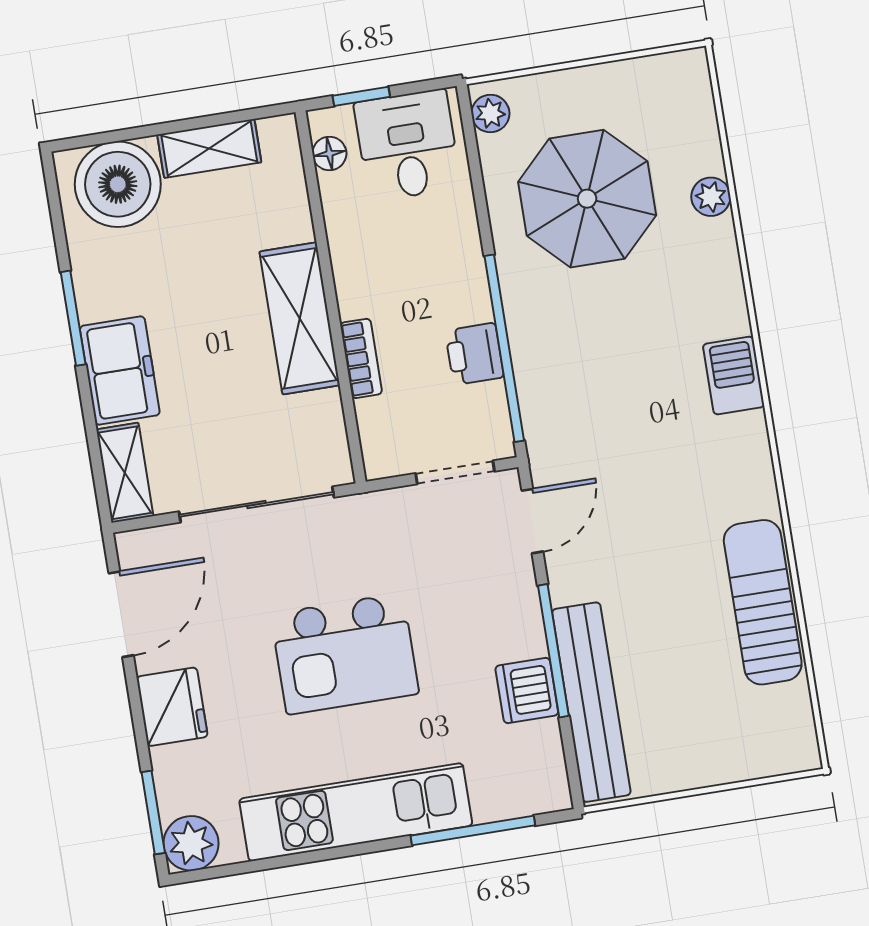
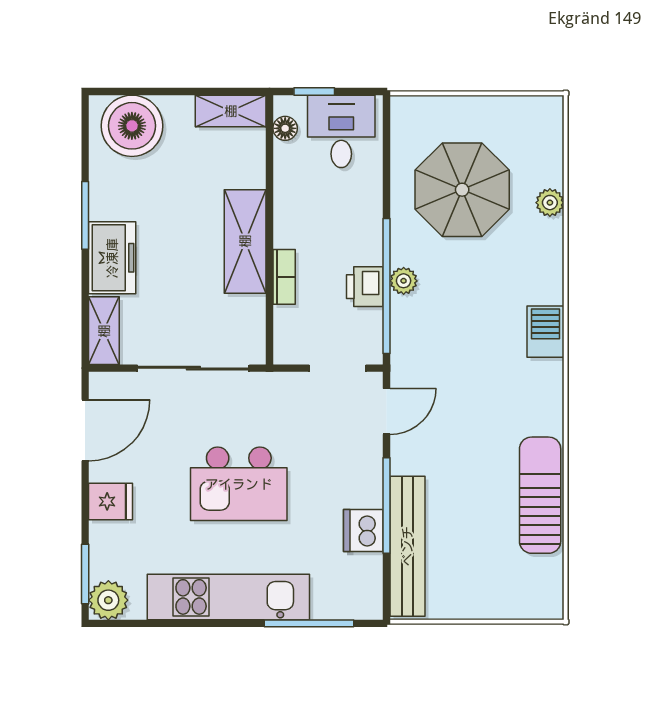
plant: (490, 113) -> (404, 281), moved
shelving: (209, 148) -> (231, 111), moved
fridge: (172, 707) -> (111, 501), width x0.72

